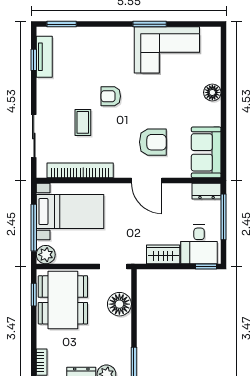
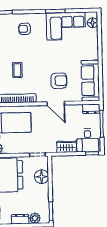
floor lamp: (212, 92) -> (93, 23), moved
armchair: (111, 96) -> (25, 29), moved
sofa: (206, 152) -> (90, 81), width x1.36

